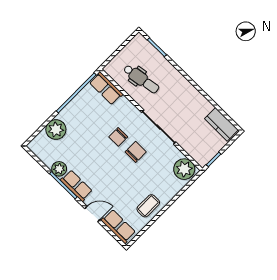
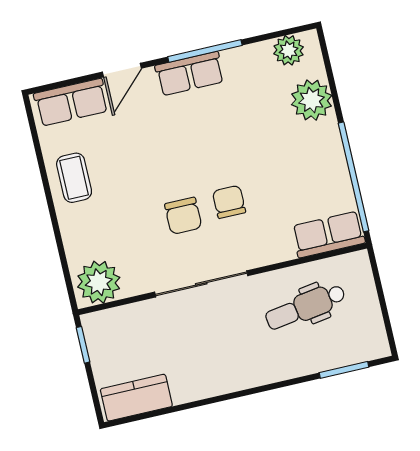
plant: (59, 169) -> (289, 50), moved

